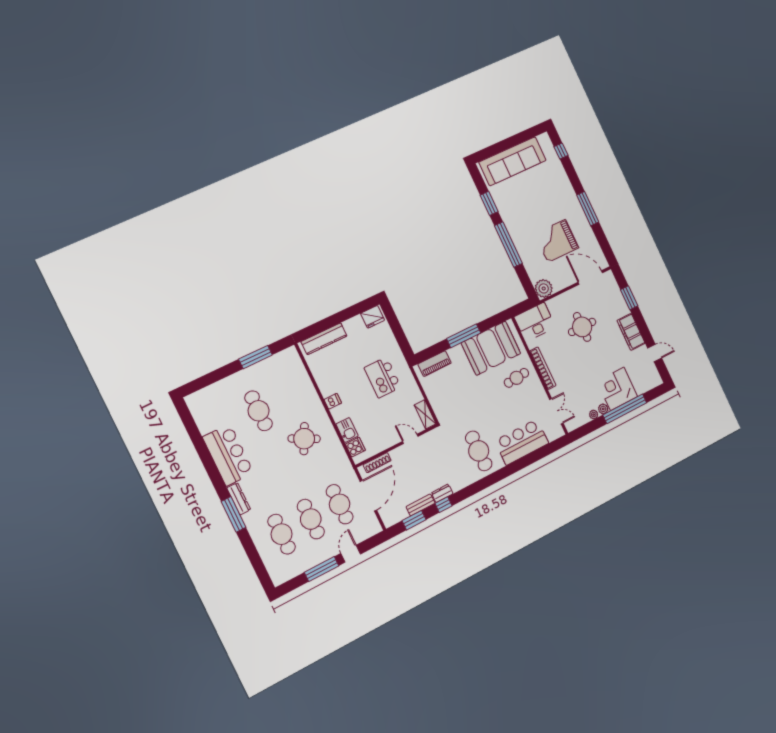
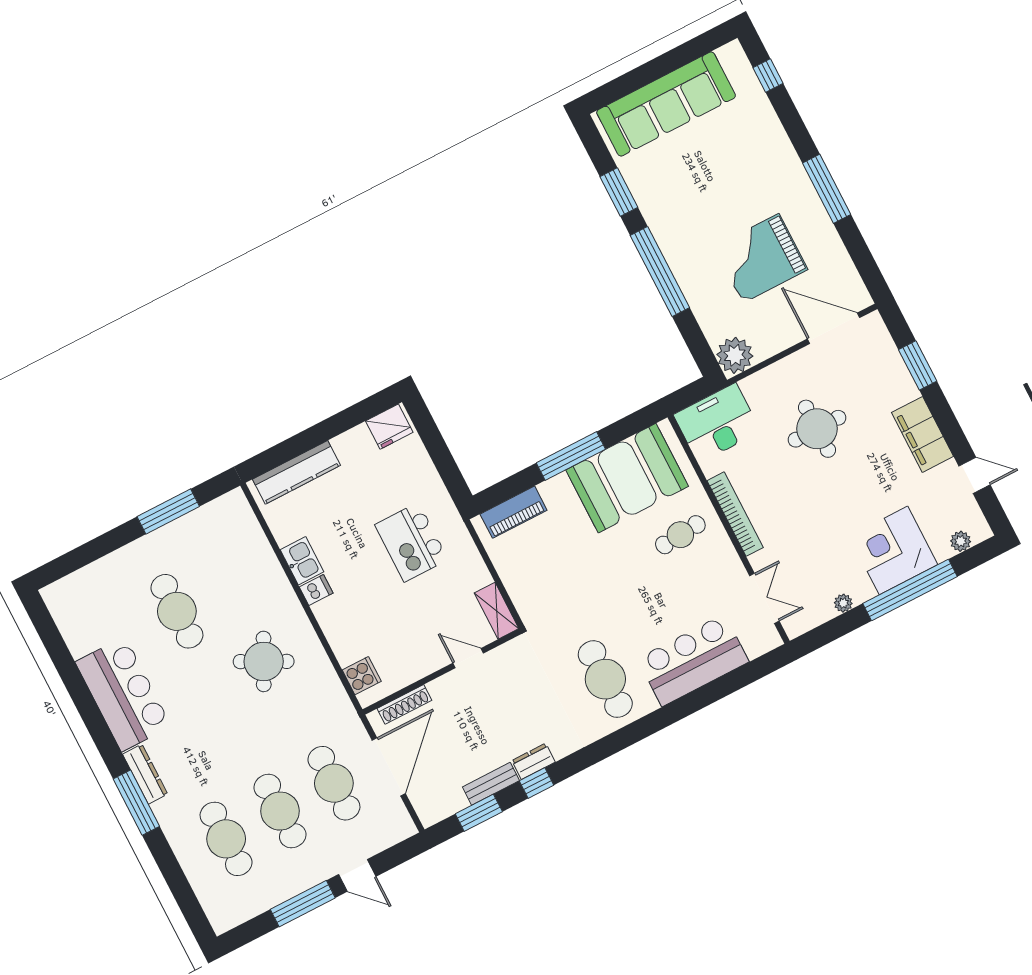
plant: (603, 409) -> (961, 541), moved
kitchen sink: (347, 430) -> (302, 561), moved
door: (351, 554) -> (357, 875), swing flipped

